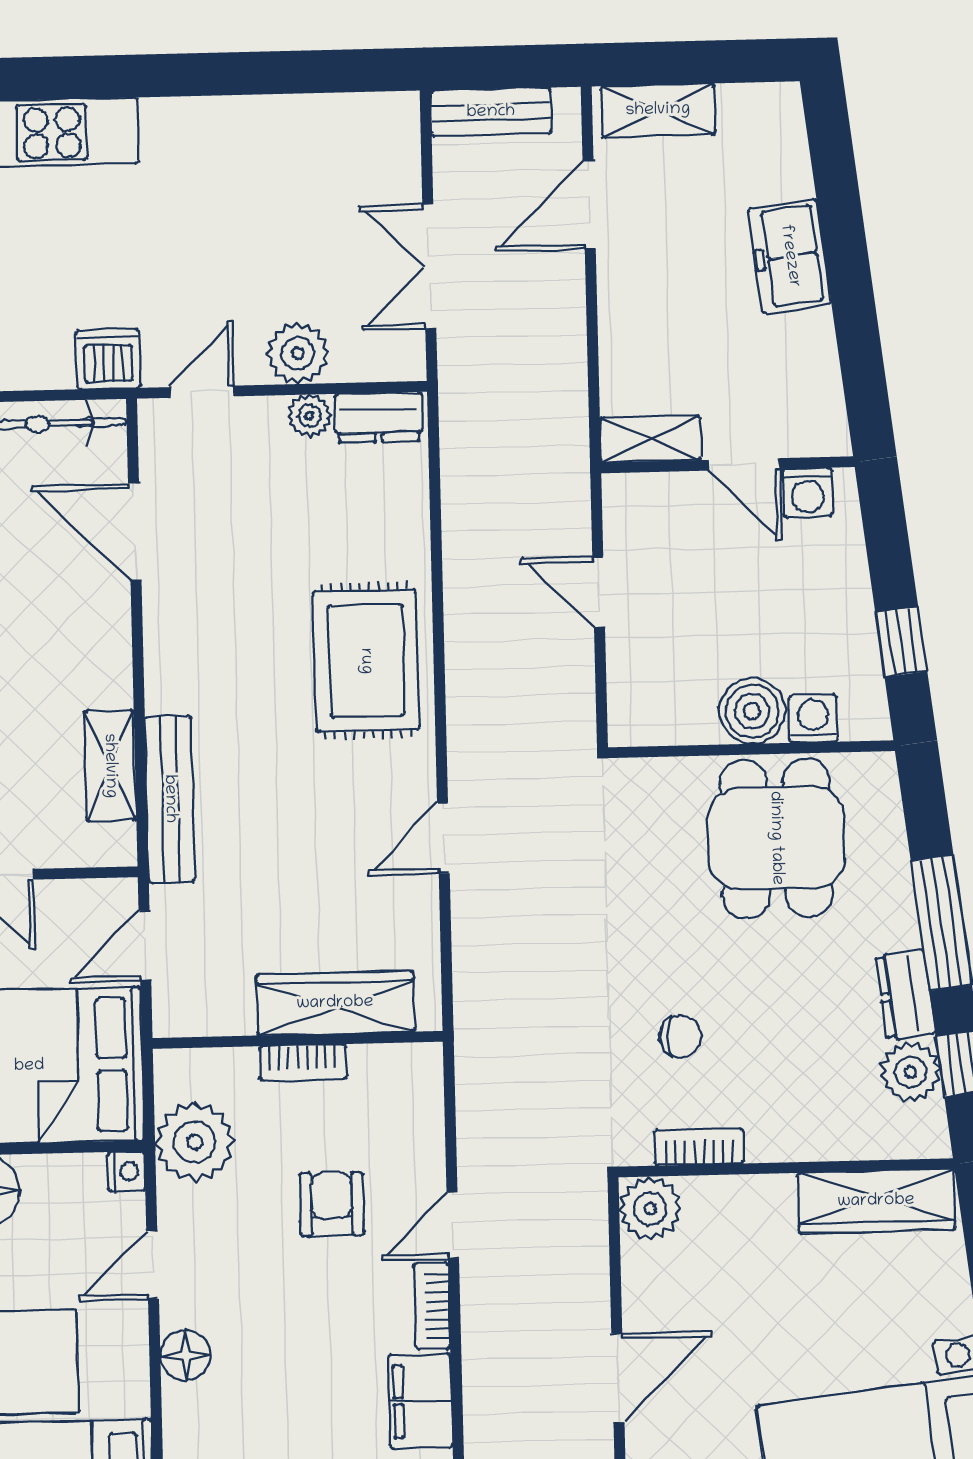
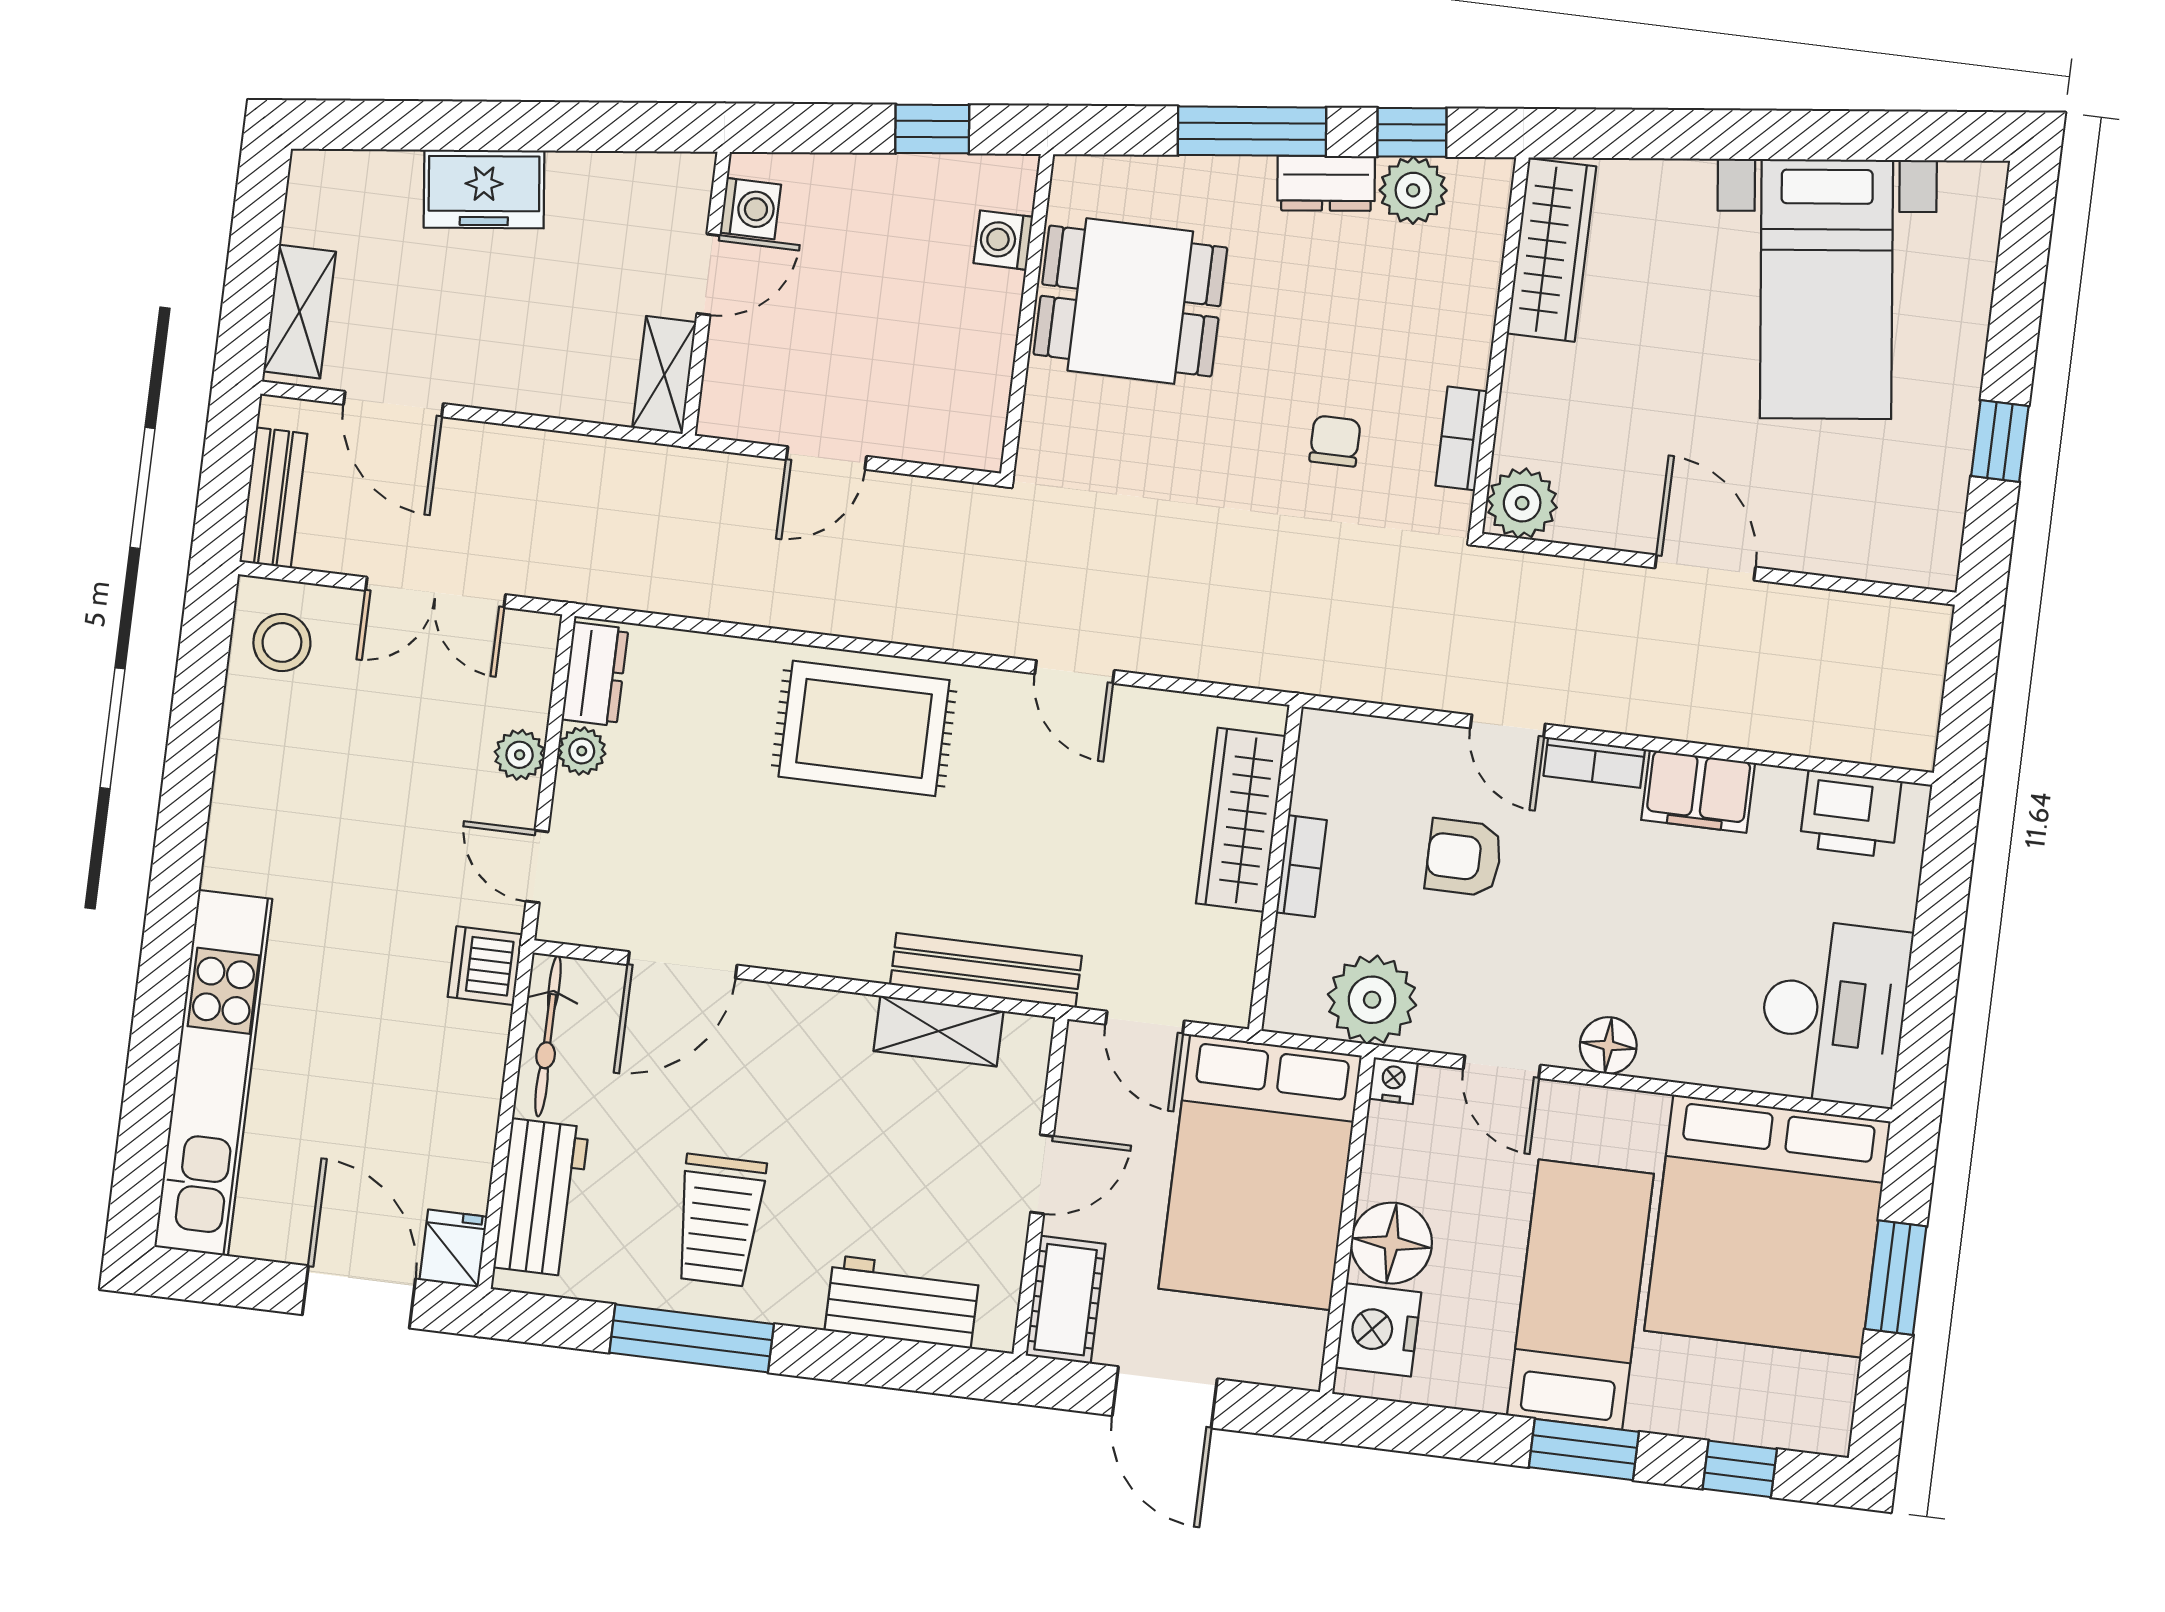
stool: (365, 138) -> (282, 642), added
plant: (298, 353) -> (520, 755), width x0.73, depth x0.73
boiler: (752, 711) -> (984, 307), removed

